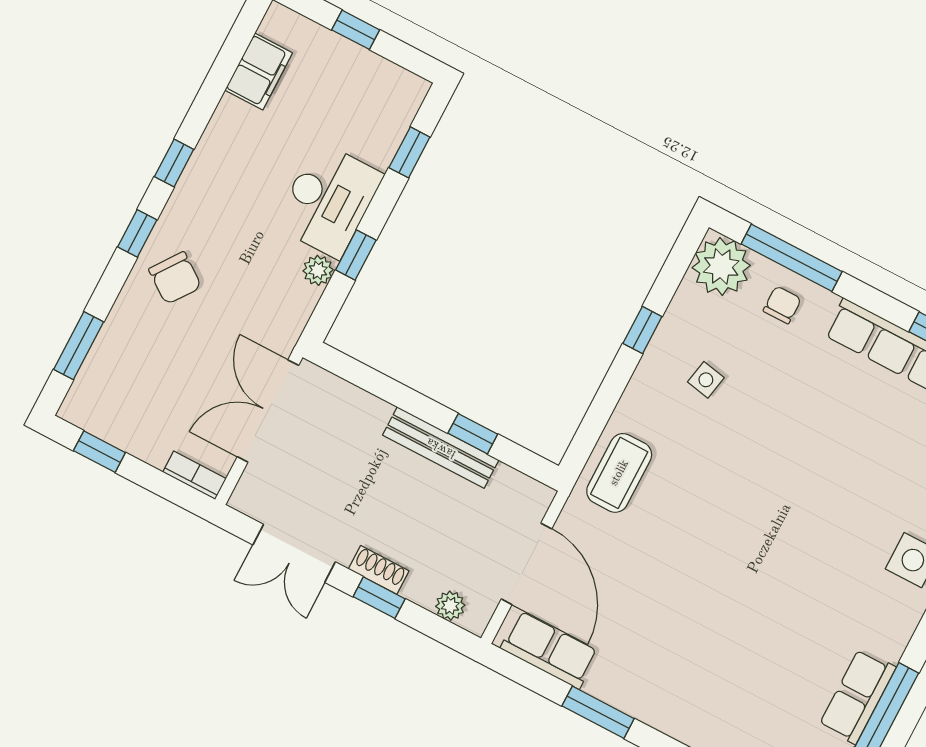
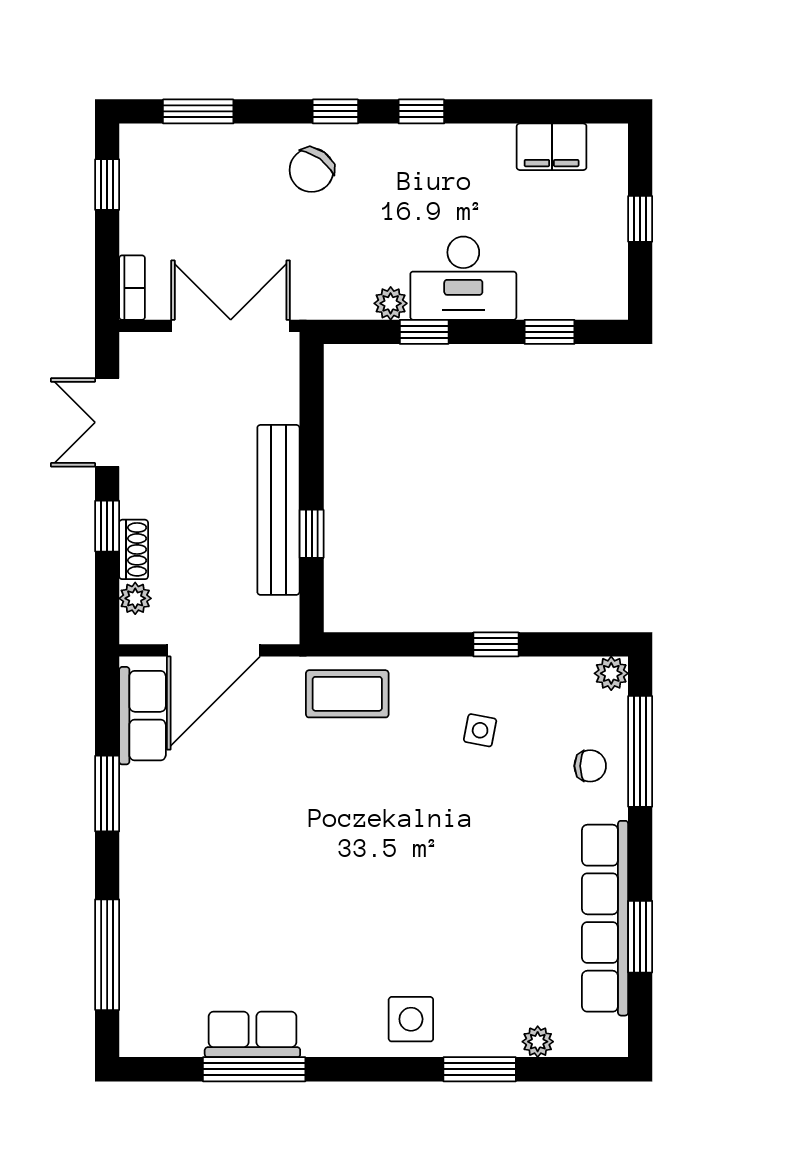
plant: (721, 266) -> (611, 673), width x0.53, depth x0.53
bench: (441, 448) -> (278, 510), width x1.37, depth x1.21
shoe rack: (379, 570) -> (134, 549), moved

